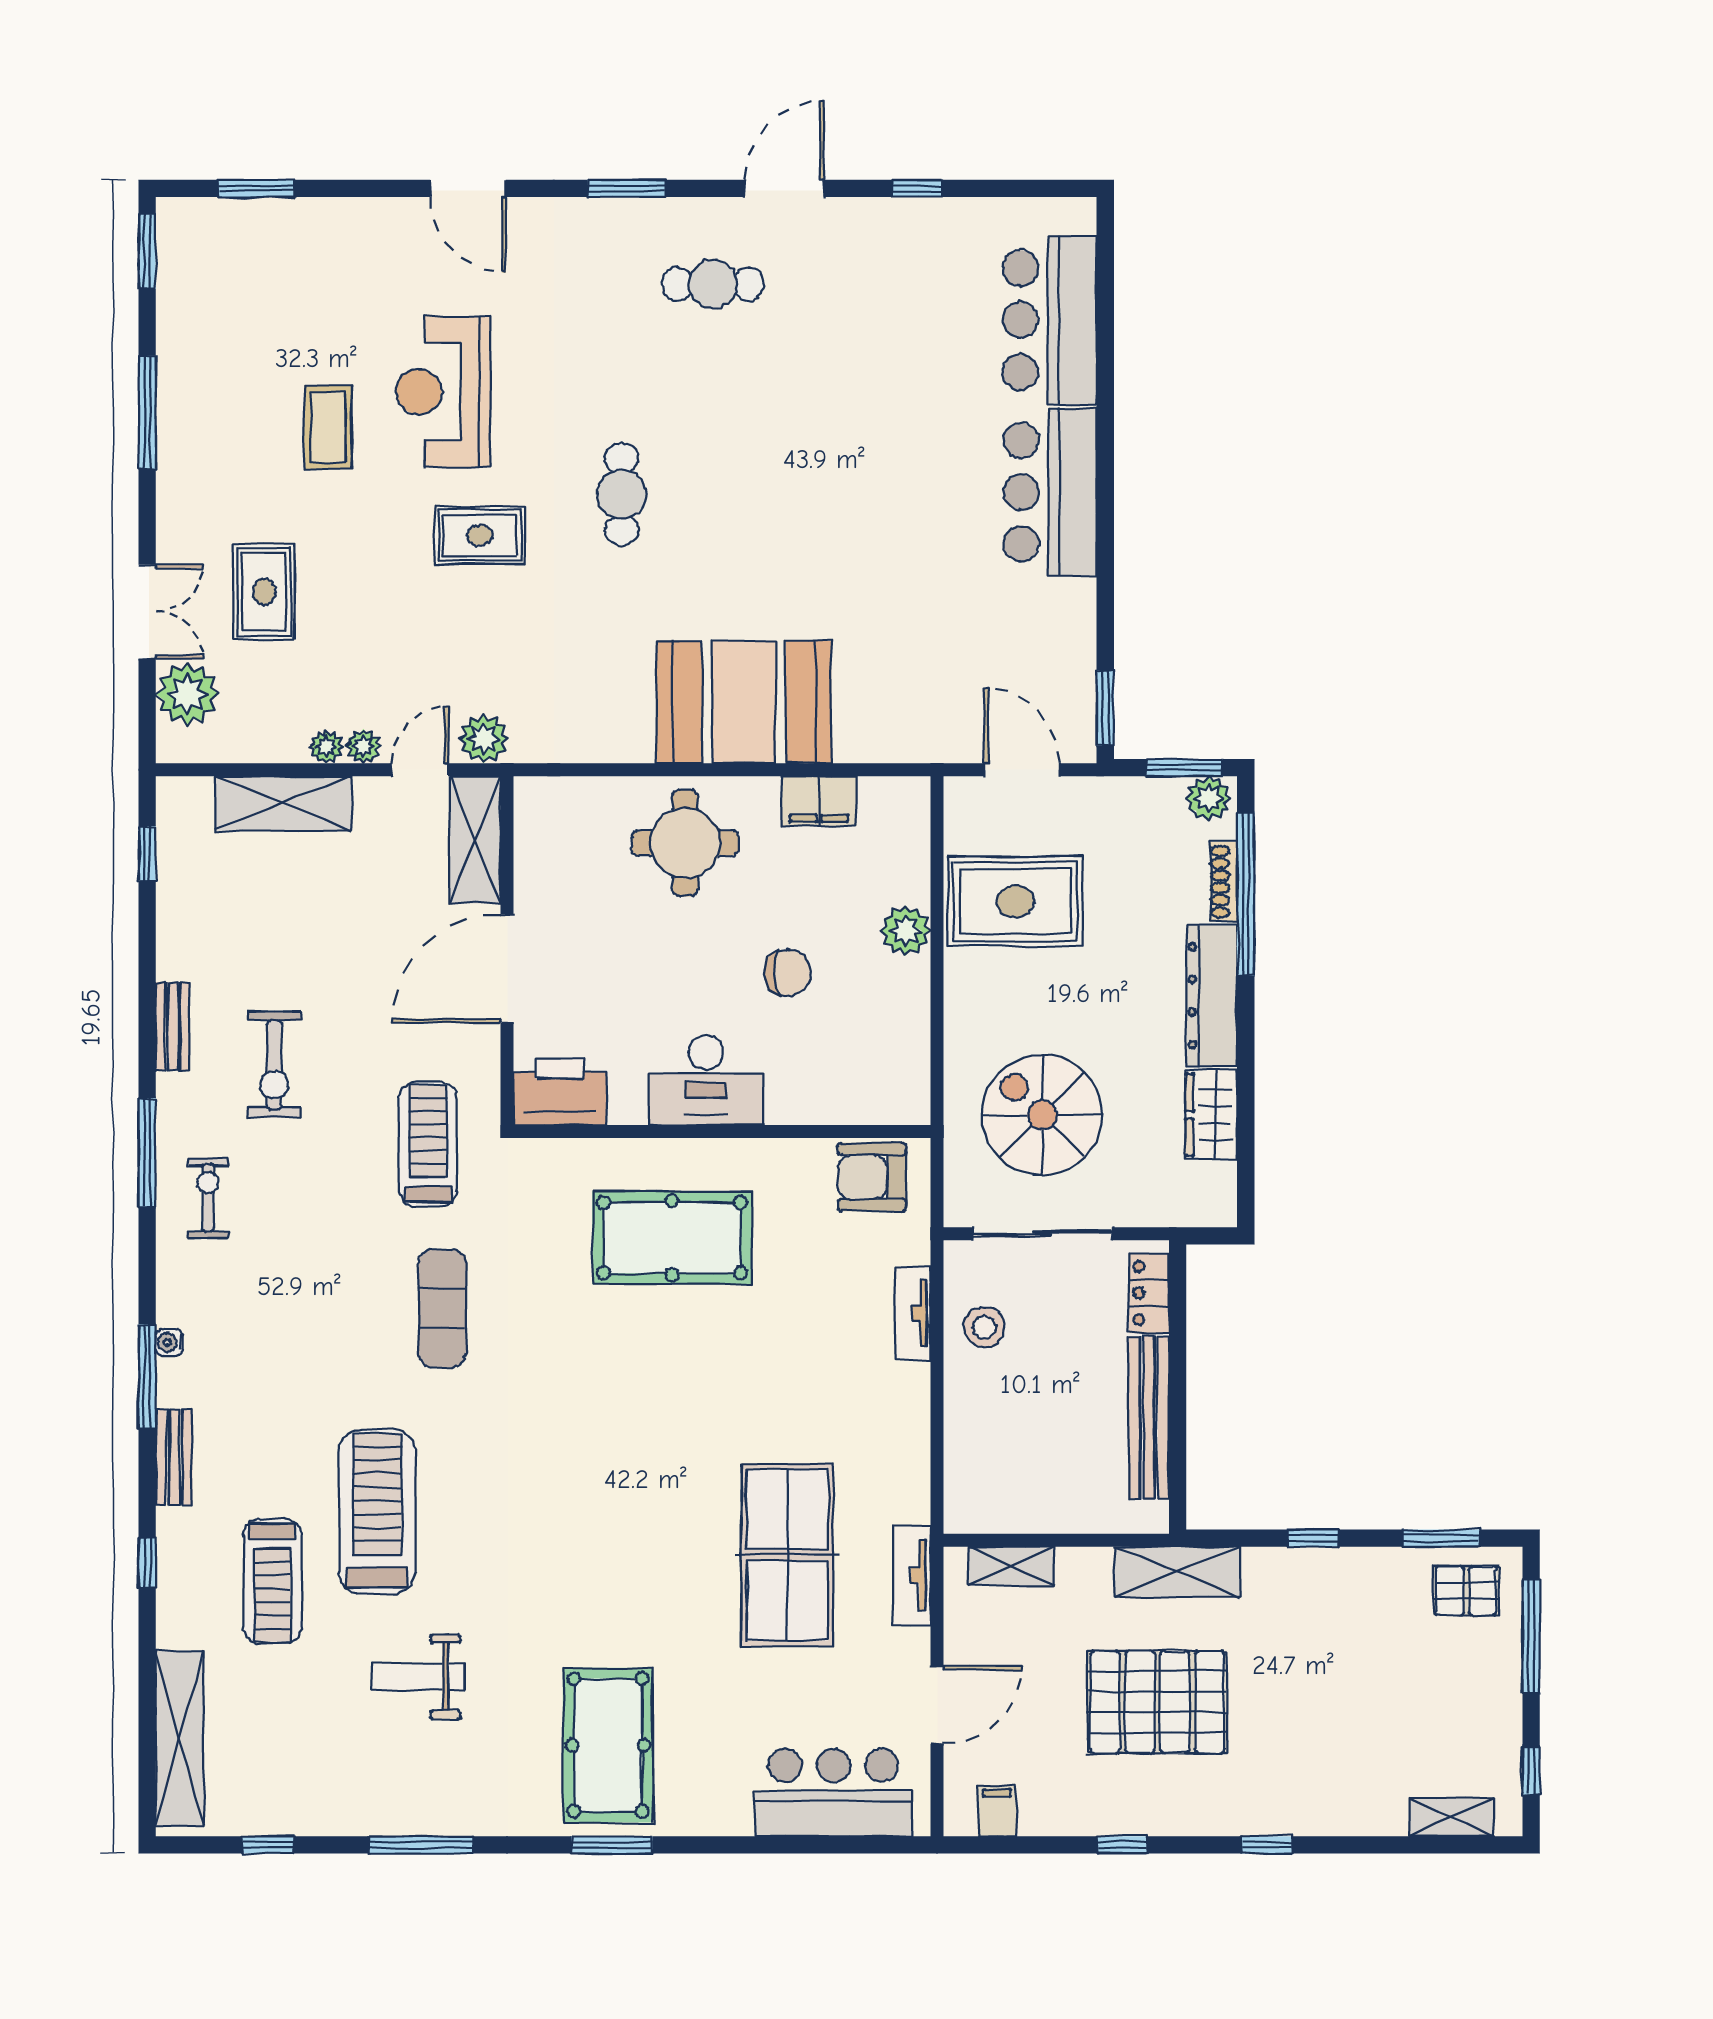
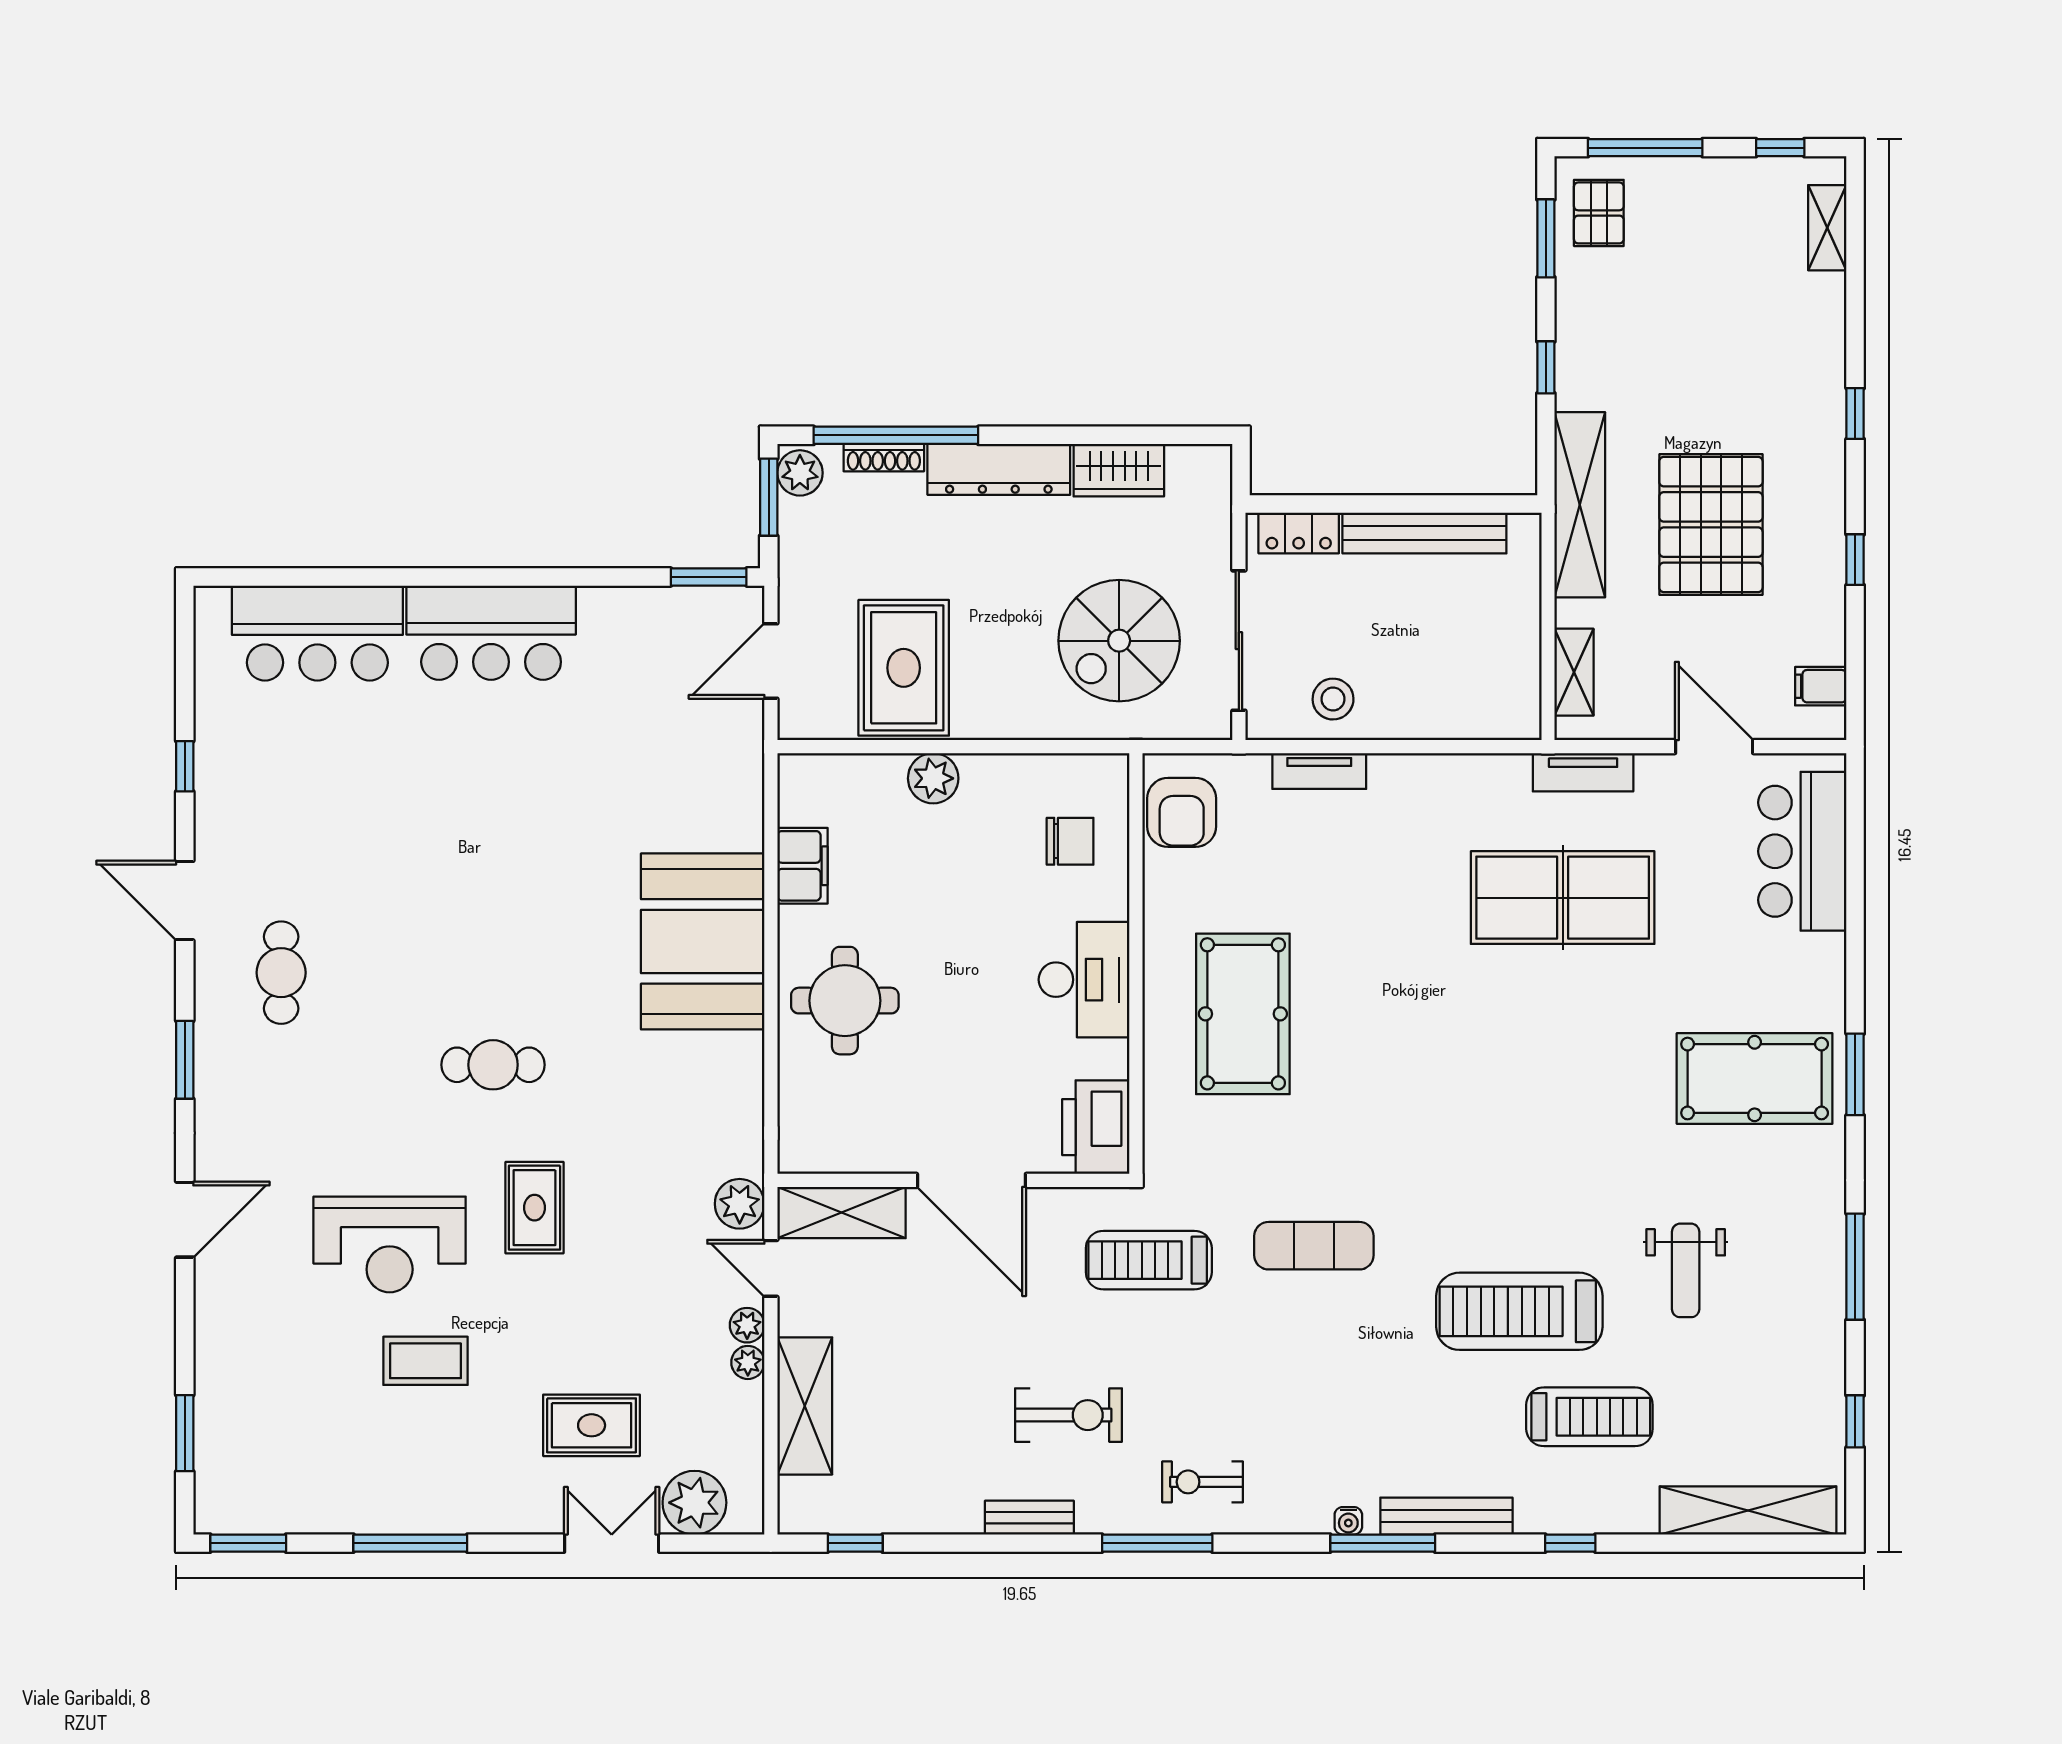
chair: (788, 973) -> (1070, 841), moved, turned 92
bench: (174, 1457) -> (1446, 1516), width x1.36
shelving: (1177, 1572) -> (1580, 505), width x1.47

